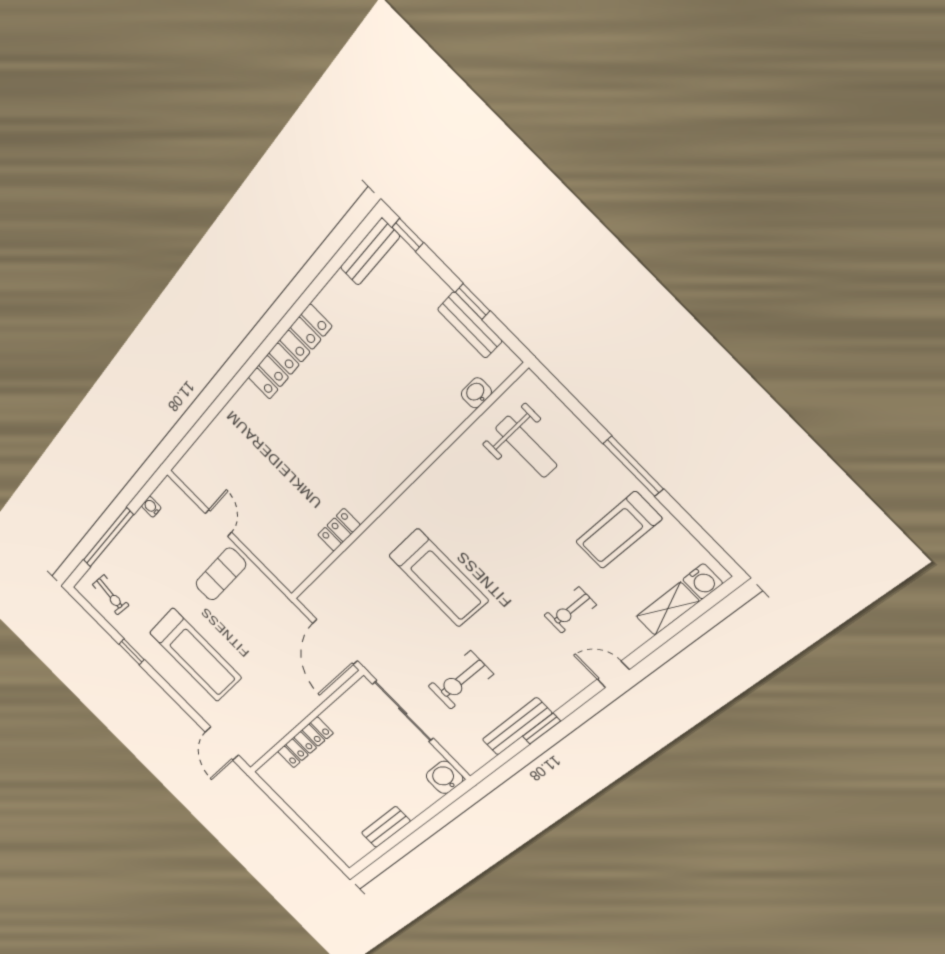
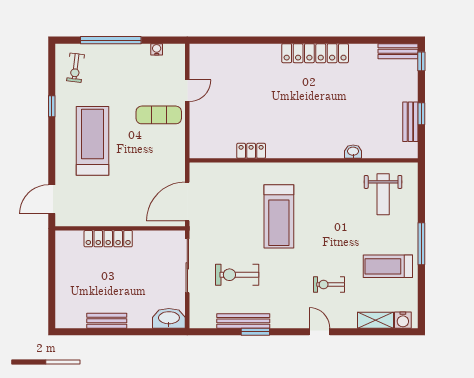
washbasin: (476, 393) -> (353, 152), moved
treadmill: (195, 655) -> (92, 141), turned 180
washbasin: (444, 777) -> (169, 318), width x1.38

